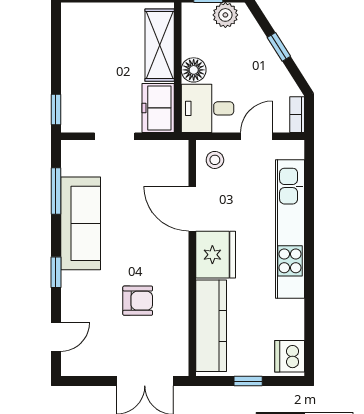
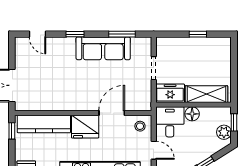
window: (56, 110) -> (198, 34), moved
armchair: (138, 301) -> (58, 81), removed
window: (248, 381) -> (12, 131), moved

